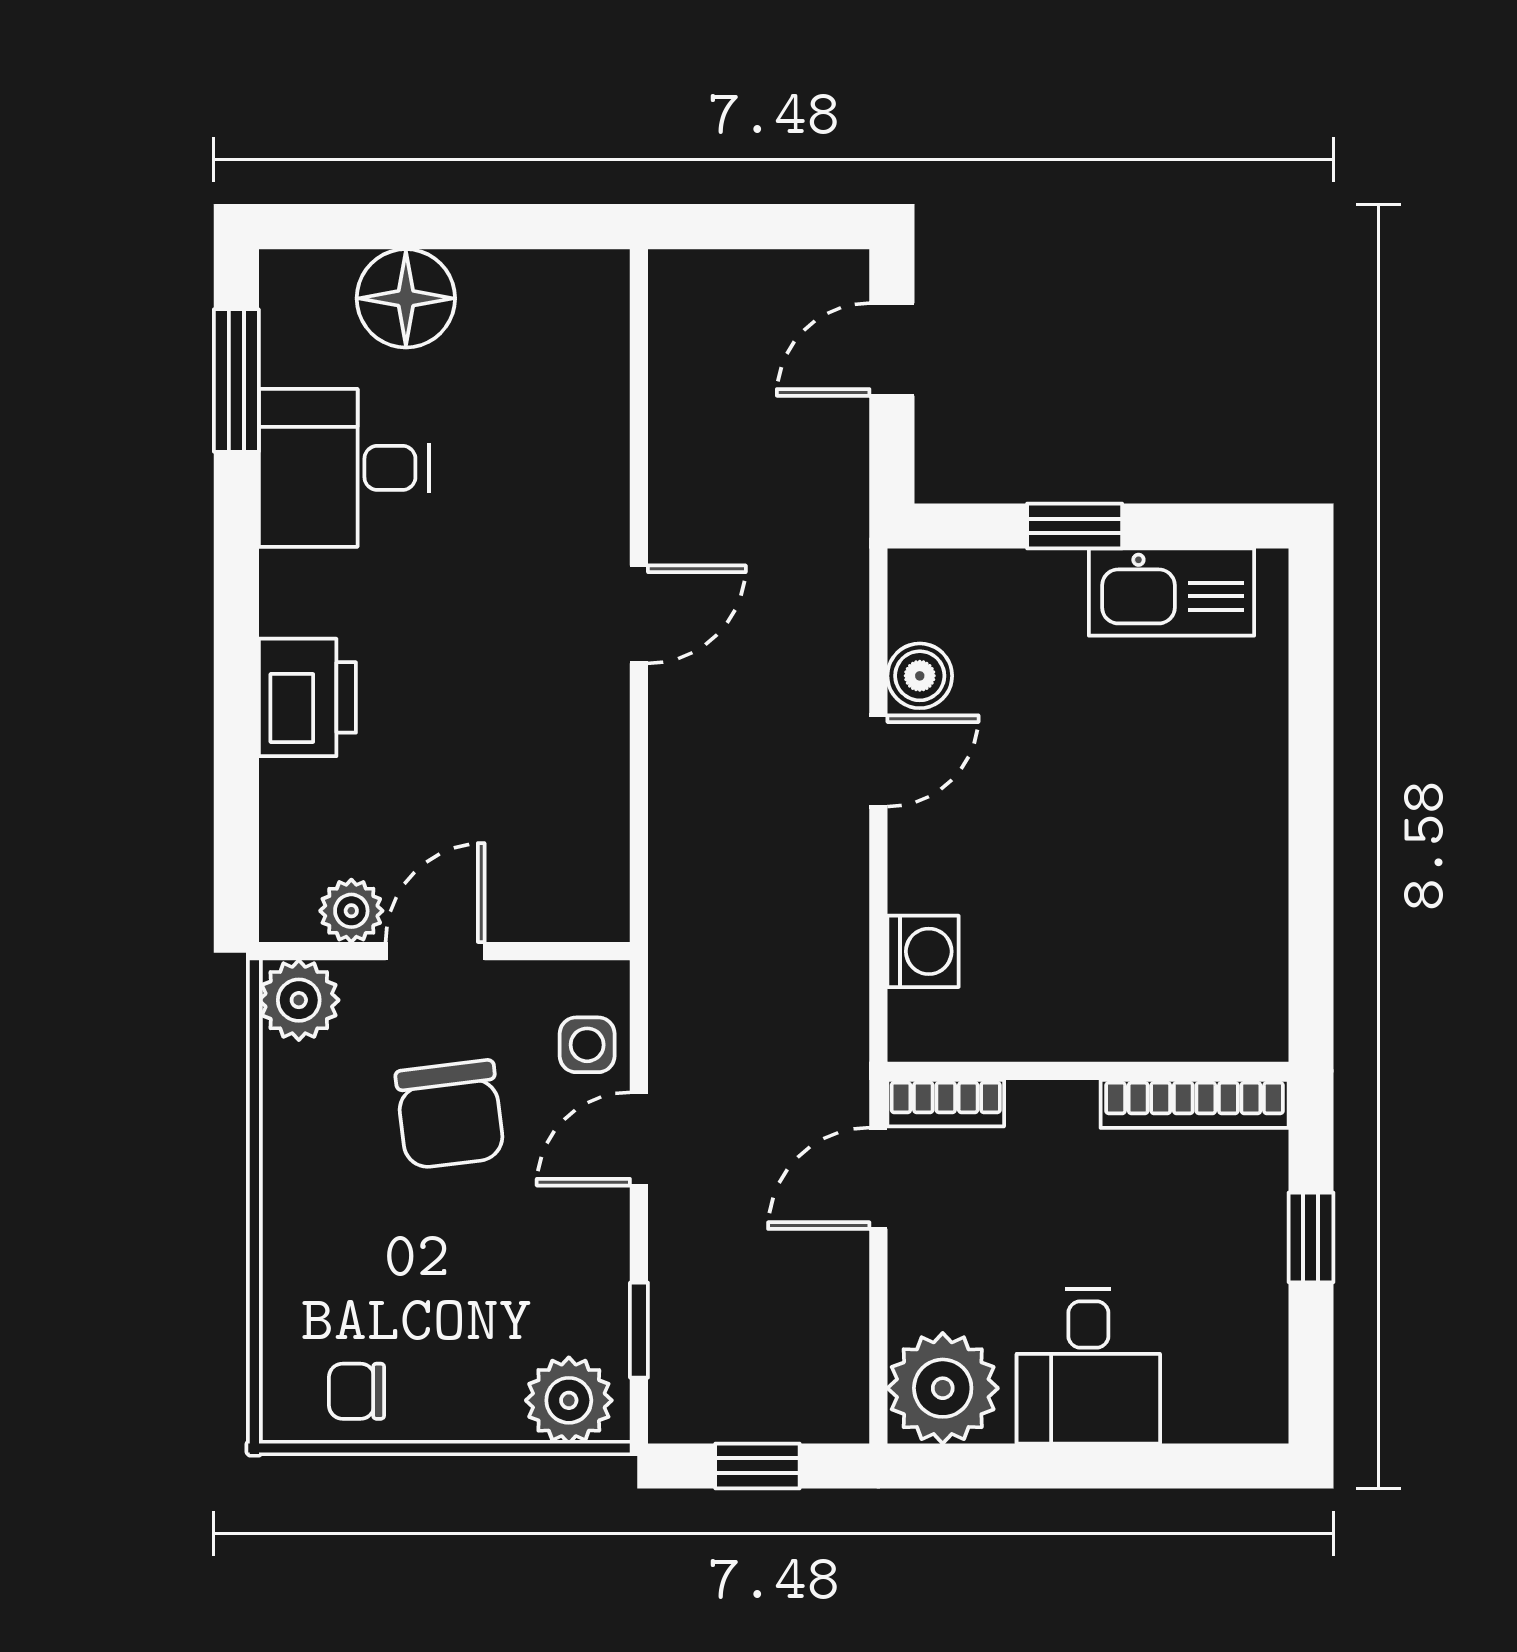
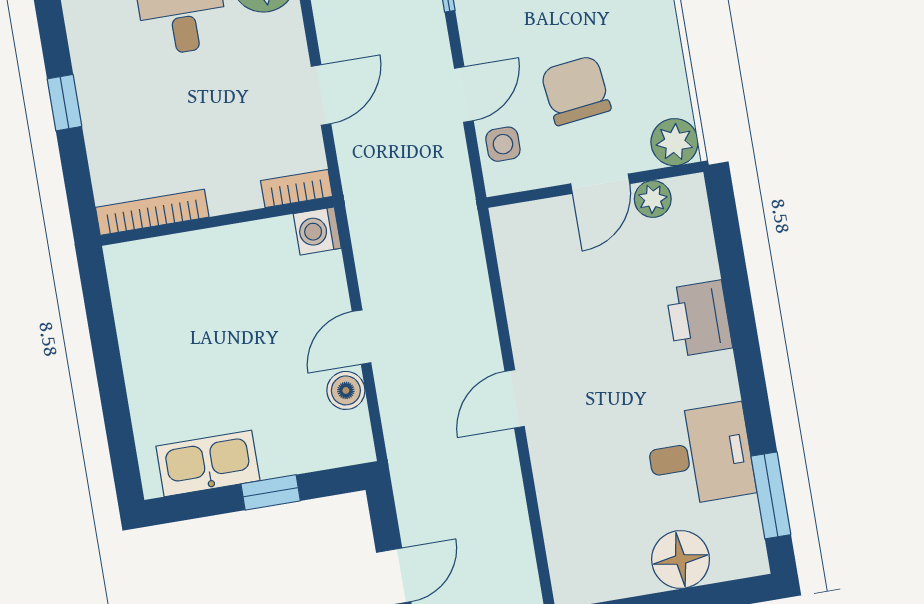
wall: (1088, 1071) -> (217, 221), moved
bookcase: (946, 1103) -> (297, 189), moved
bookcase: (1195, 1104) -> (152, 212), moved

